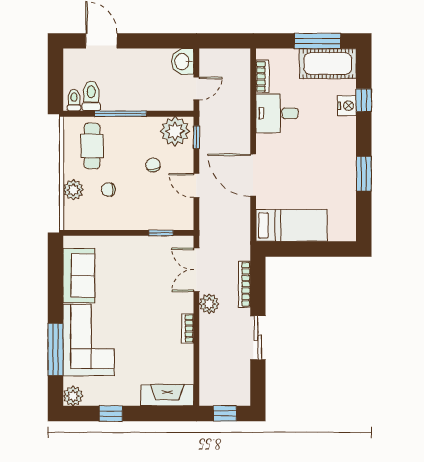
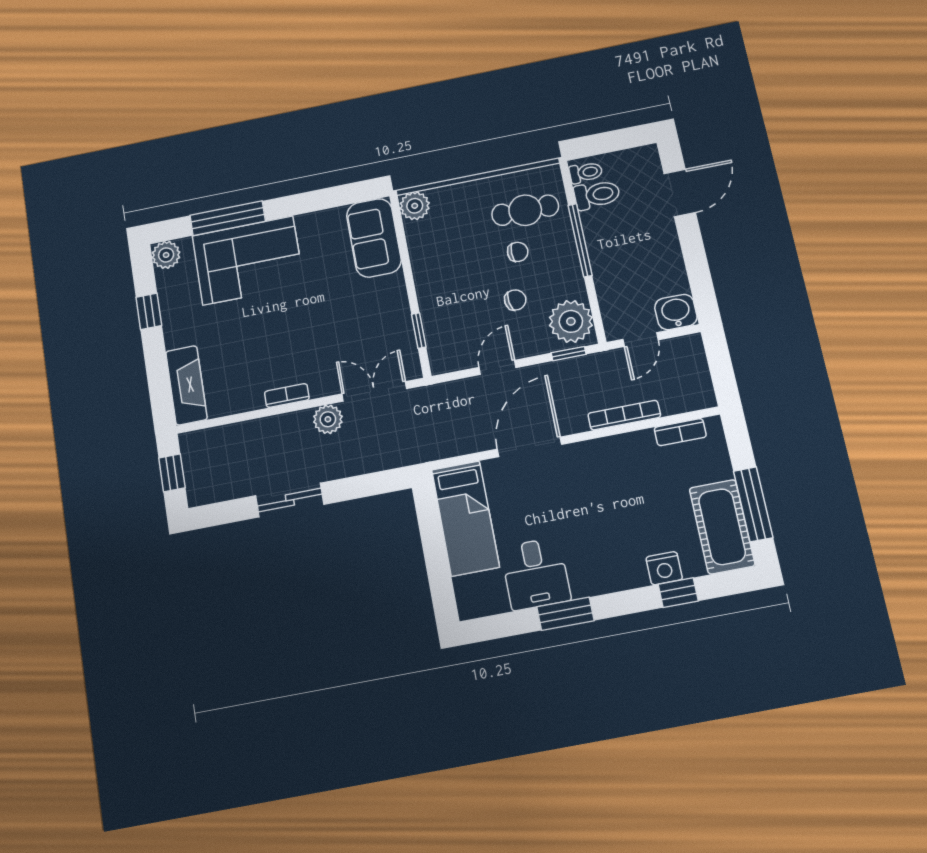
door: (196, 88) -> (641, 340), hinge flipped
desk: (277, 113) -> (536, 574), moved, turned 180
plant: (73, 190) -> (415, 206), moved
chair: (108, 190) -> (518, 252), moved, turned 90
sofa: (79, 276) -> (374, 238), moved, turned 90
bookcase: (244, 284) -> (624, 415), moved

